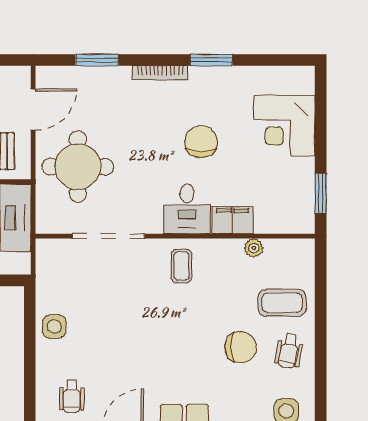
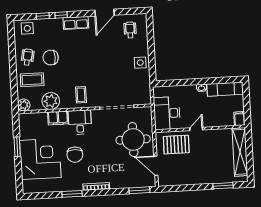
window: (97, 60) -> (139, 190), moved
door: (33, 109) -> (156, 166), hinge flipped
corner desk: (285, 126) -> (40, 159), width x1.36, depth x1.36
window: (321, 193) -> (17, 147), moved
plant: (254, 248) -> (51, 101), width x1.87, depth x1.87
plant: (302, 251) -> (24, 105), added

